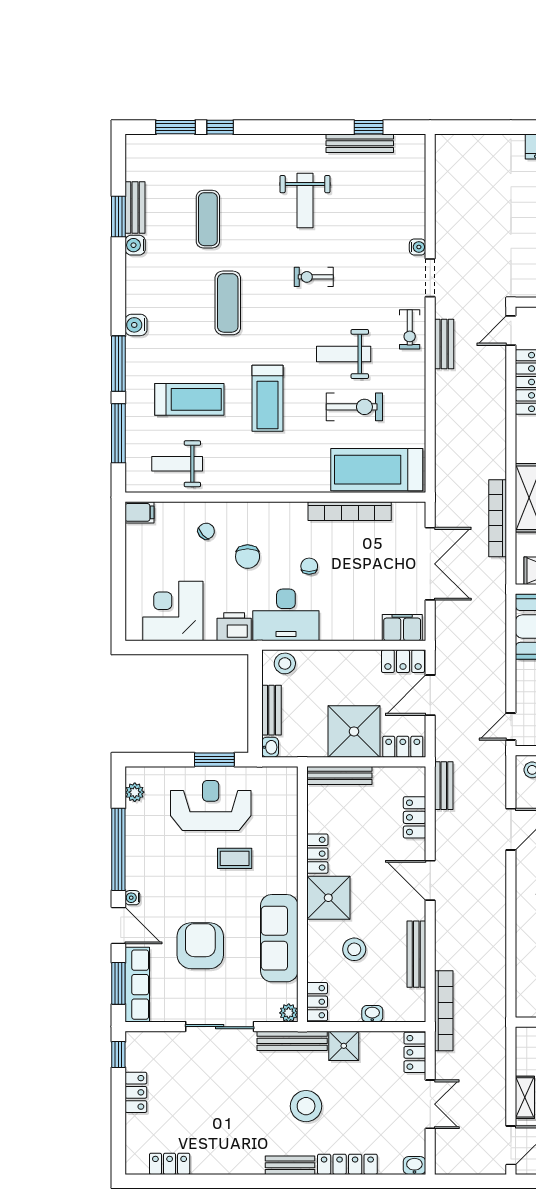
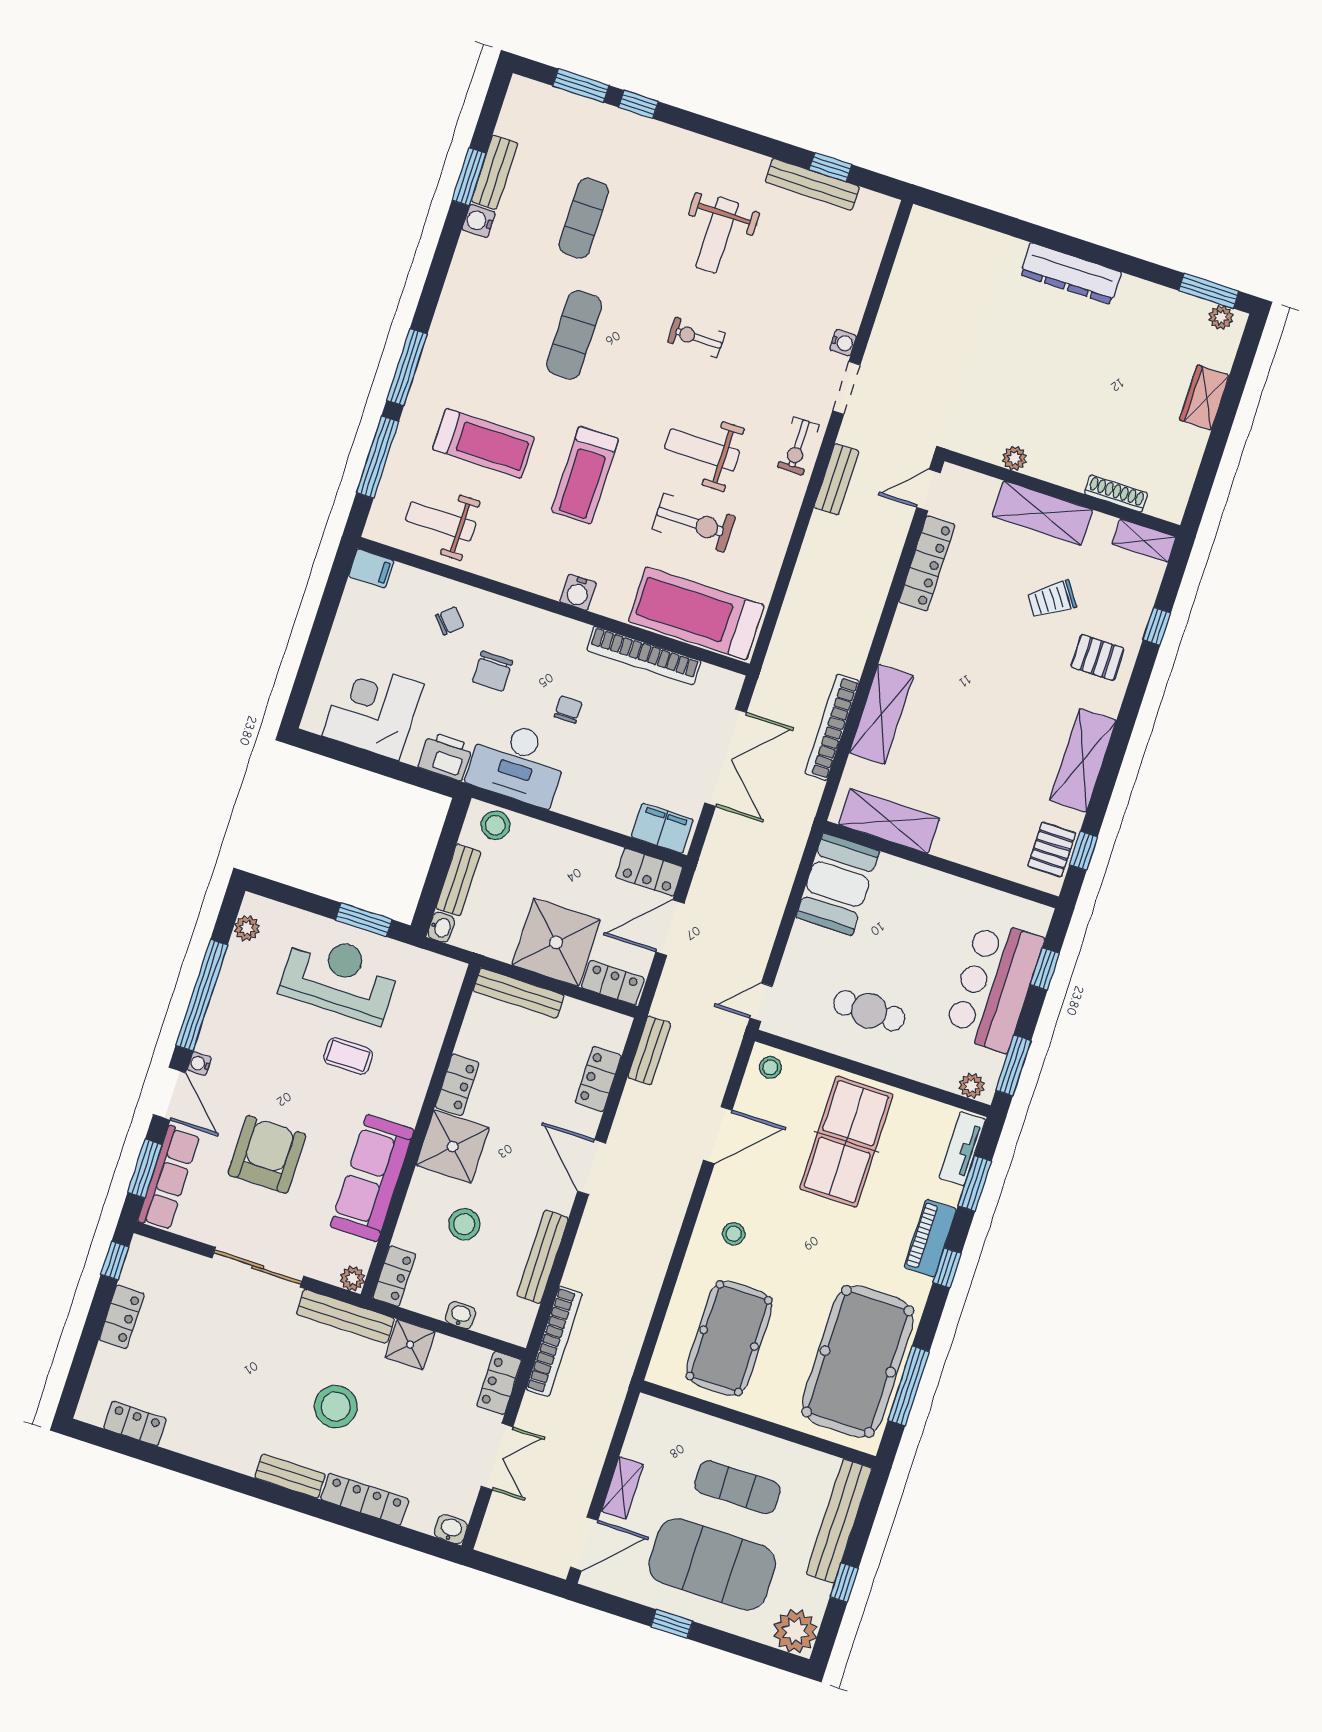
water cooler: (136, 325) -> (578, 592), moved, turned -90

